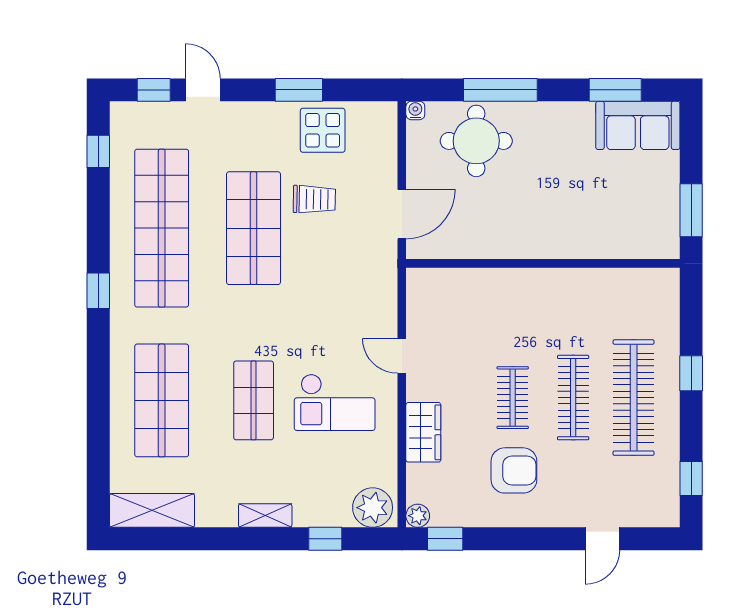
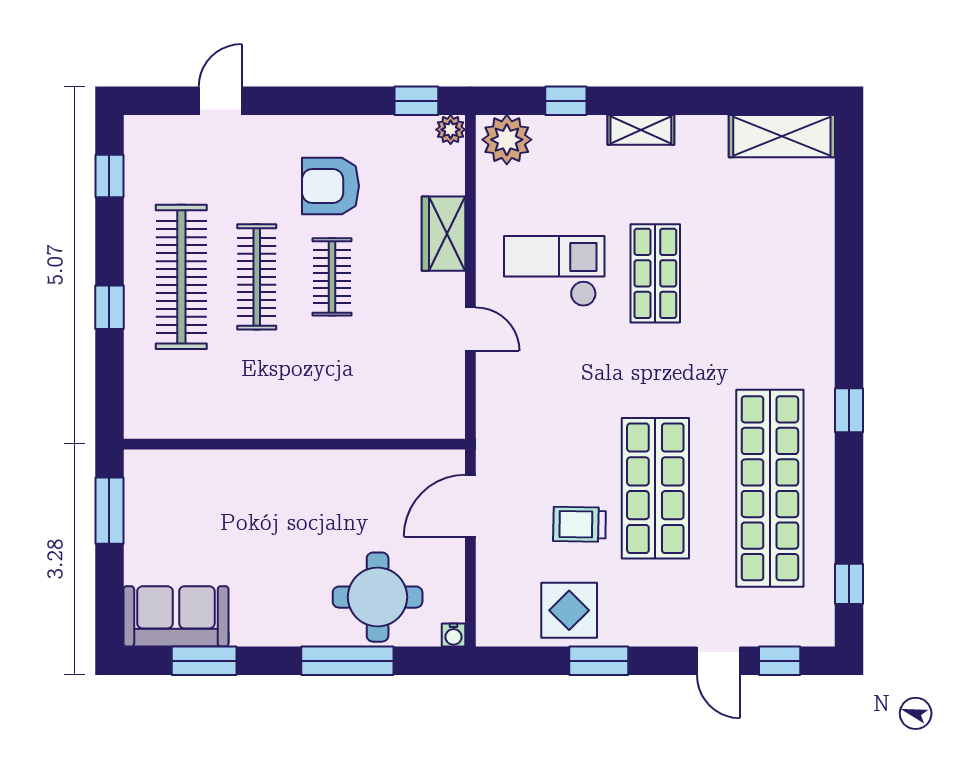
shop shelf: (162, 400) -> (770, 273), removed

